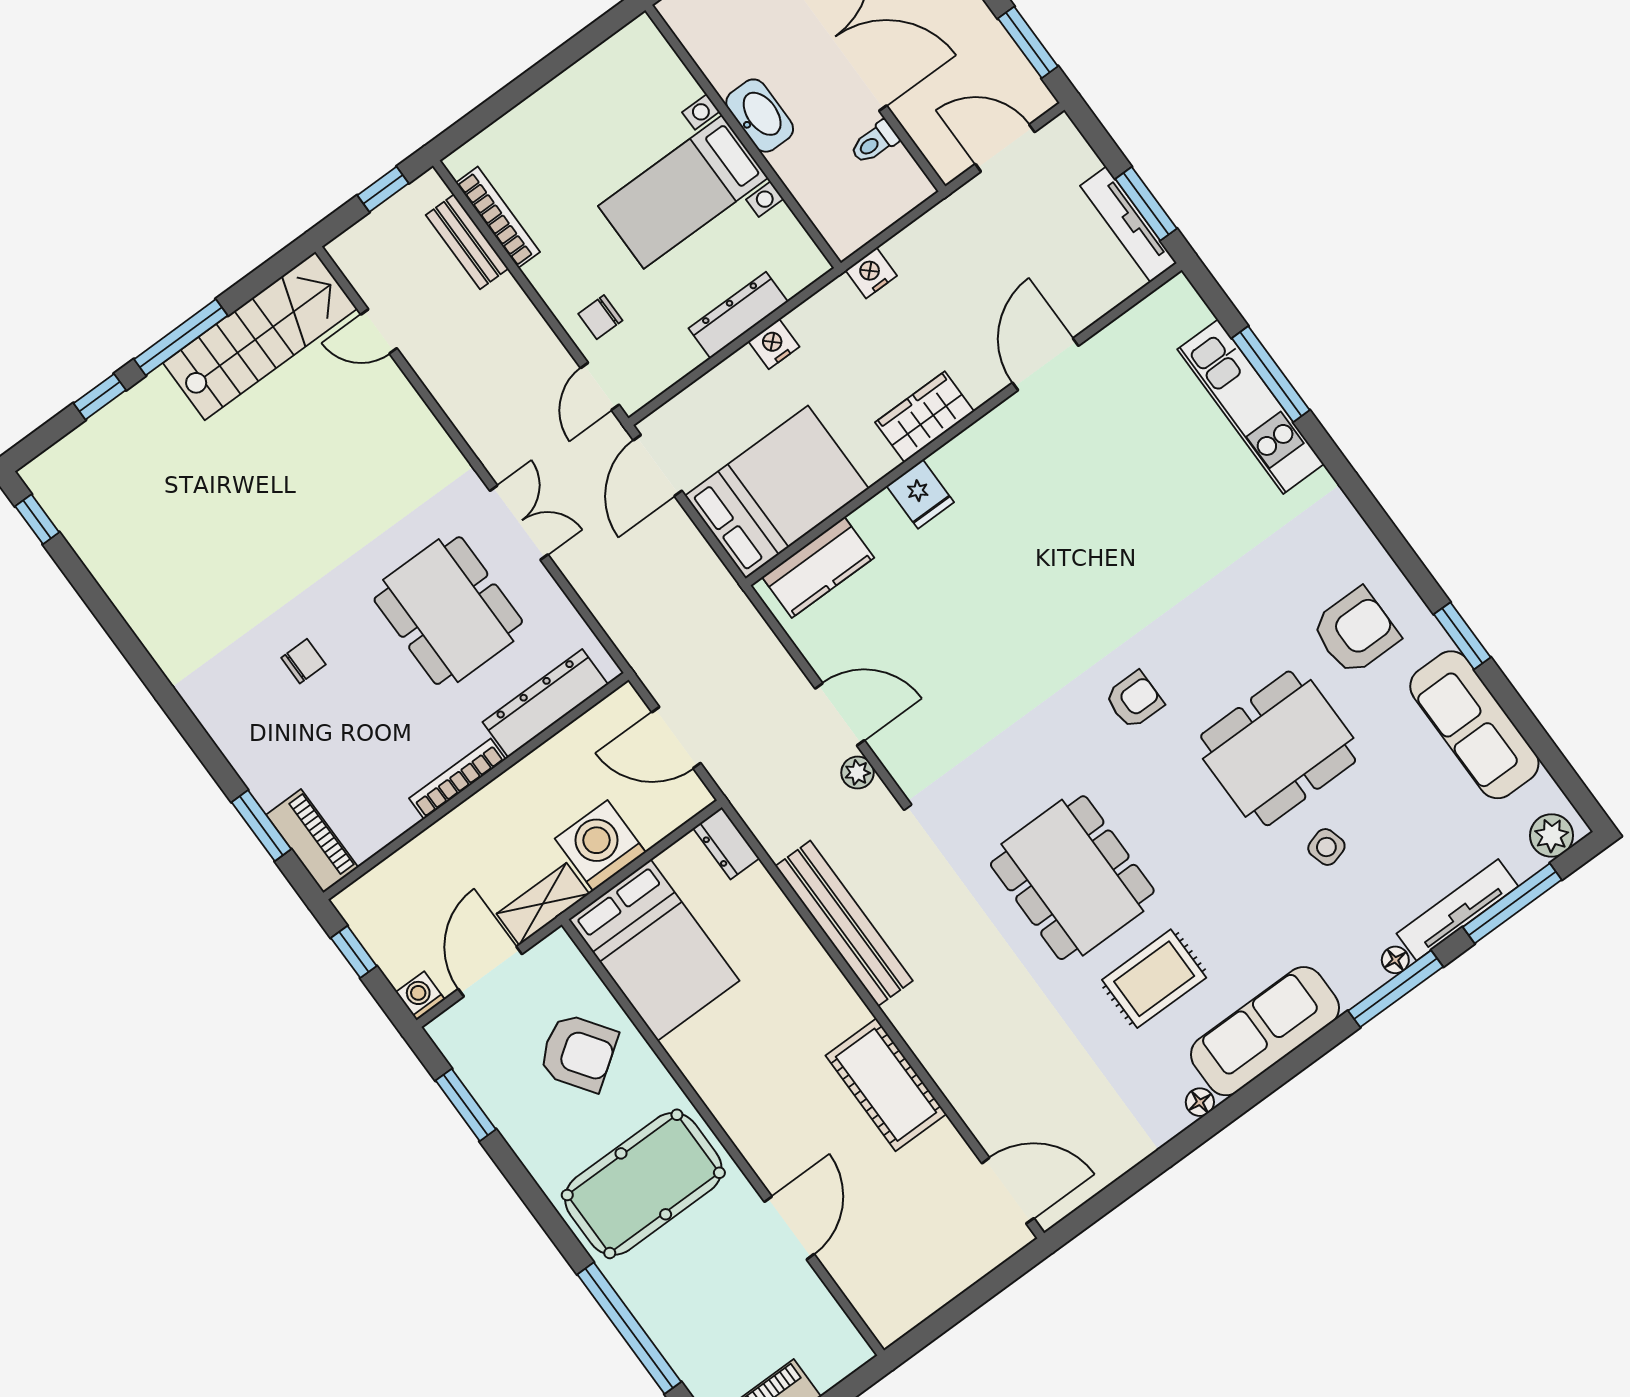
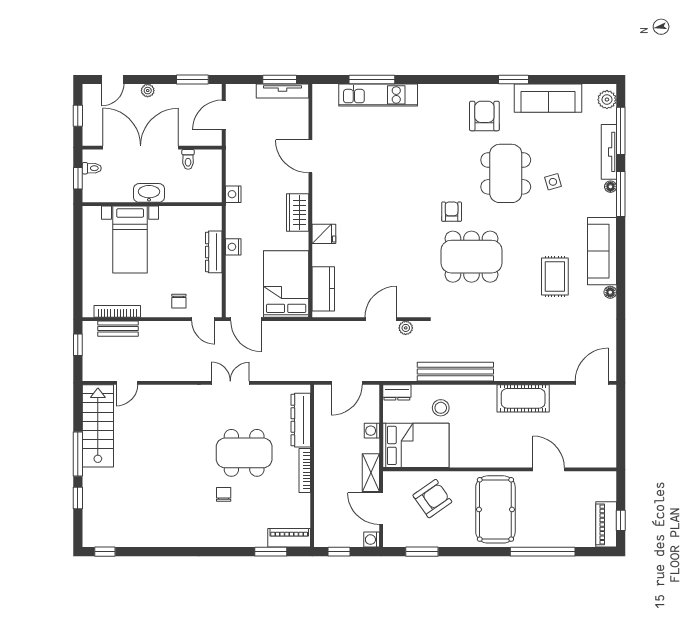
bed with nightstands: (683, 192) -> (130, 240), moved
dining table: (448, 611) -> (244, 453), moved
washing machine: (600, 845) -> (372, 431), width x0.53, depth x0.53
dining table: (1072, 878) -> (471, 257), moved
stool: (757, 945) -> (441, 408), added

